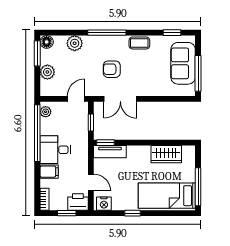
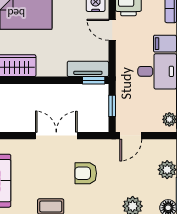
armchair: (112, 69) -> (86, 173), turned 180
double door: (120, 99) -> (56, 136), moved

